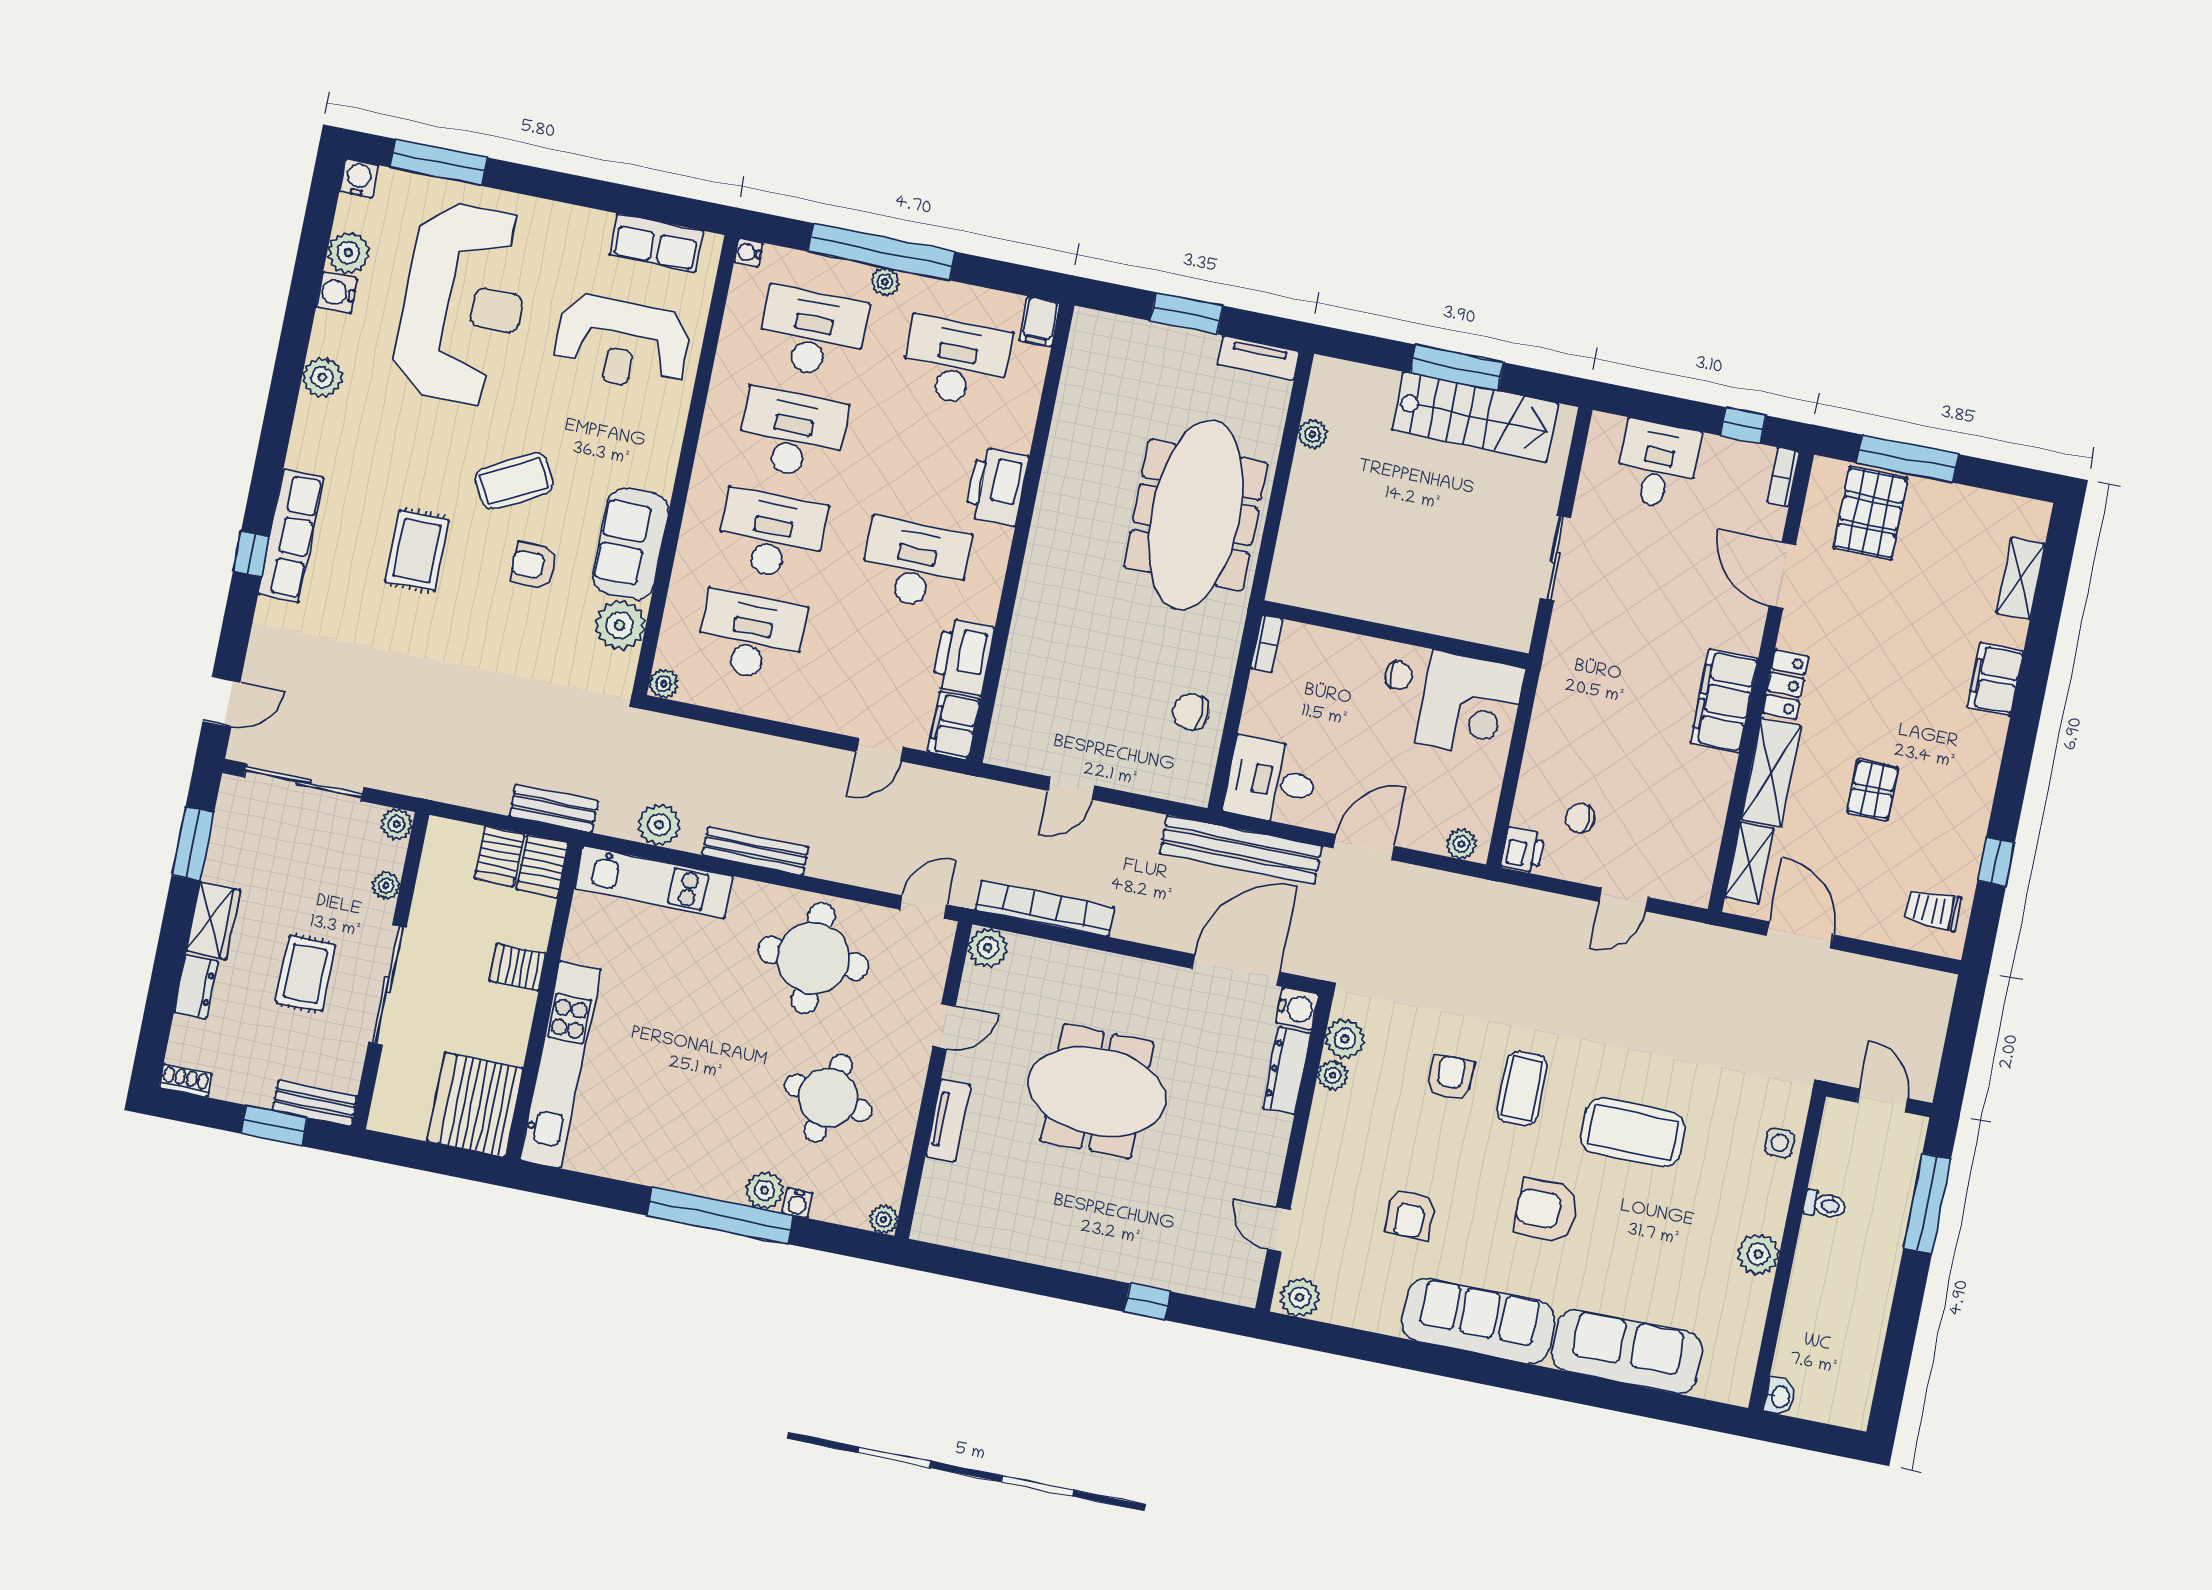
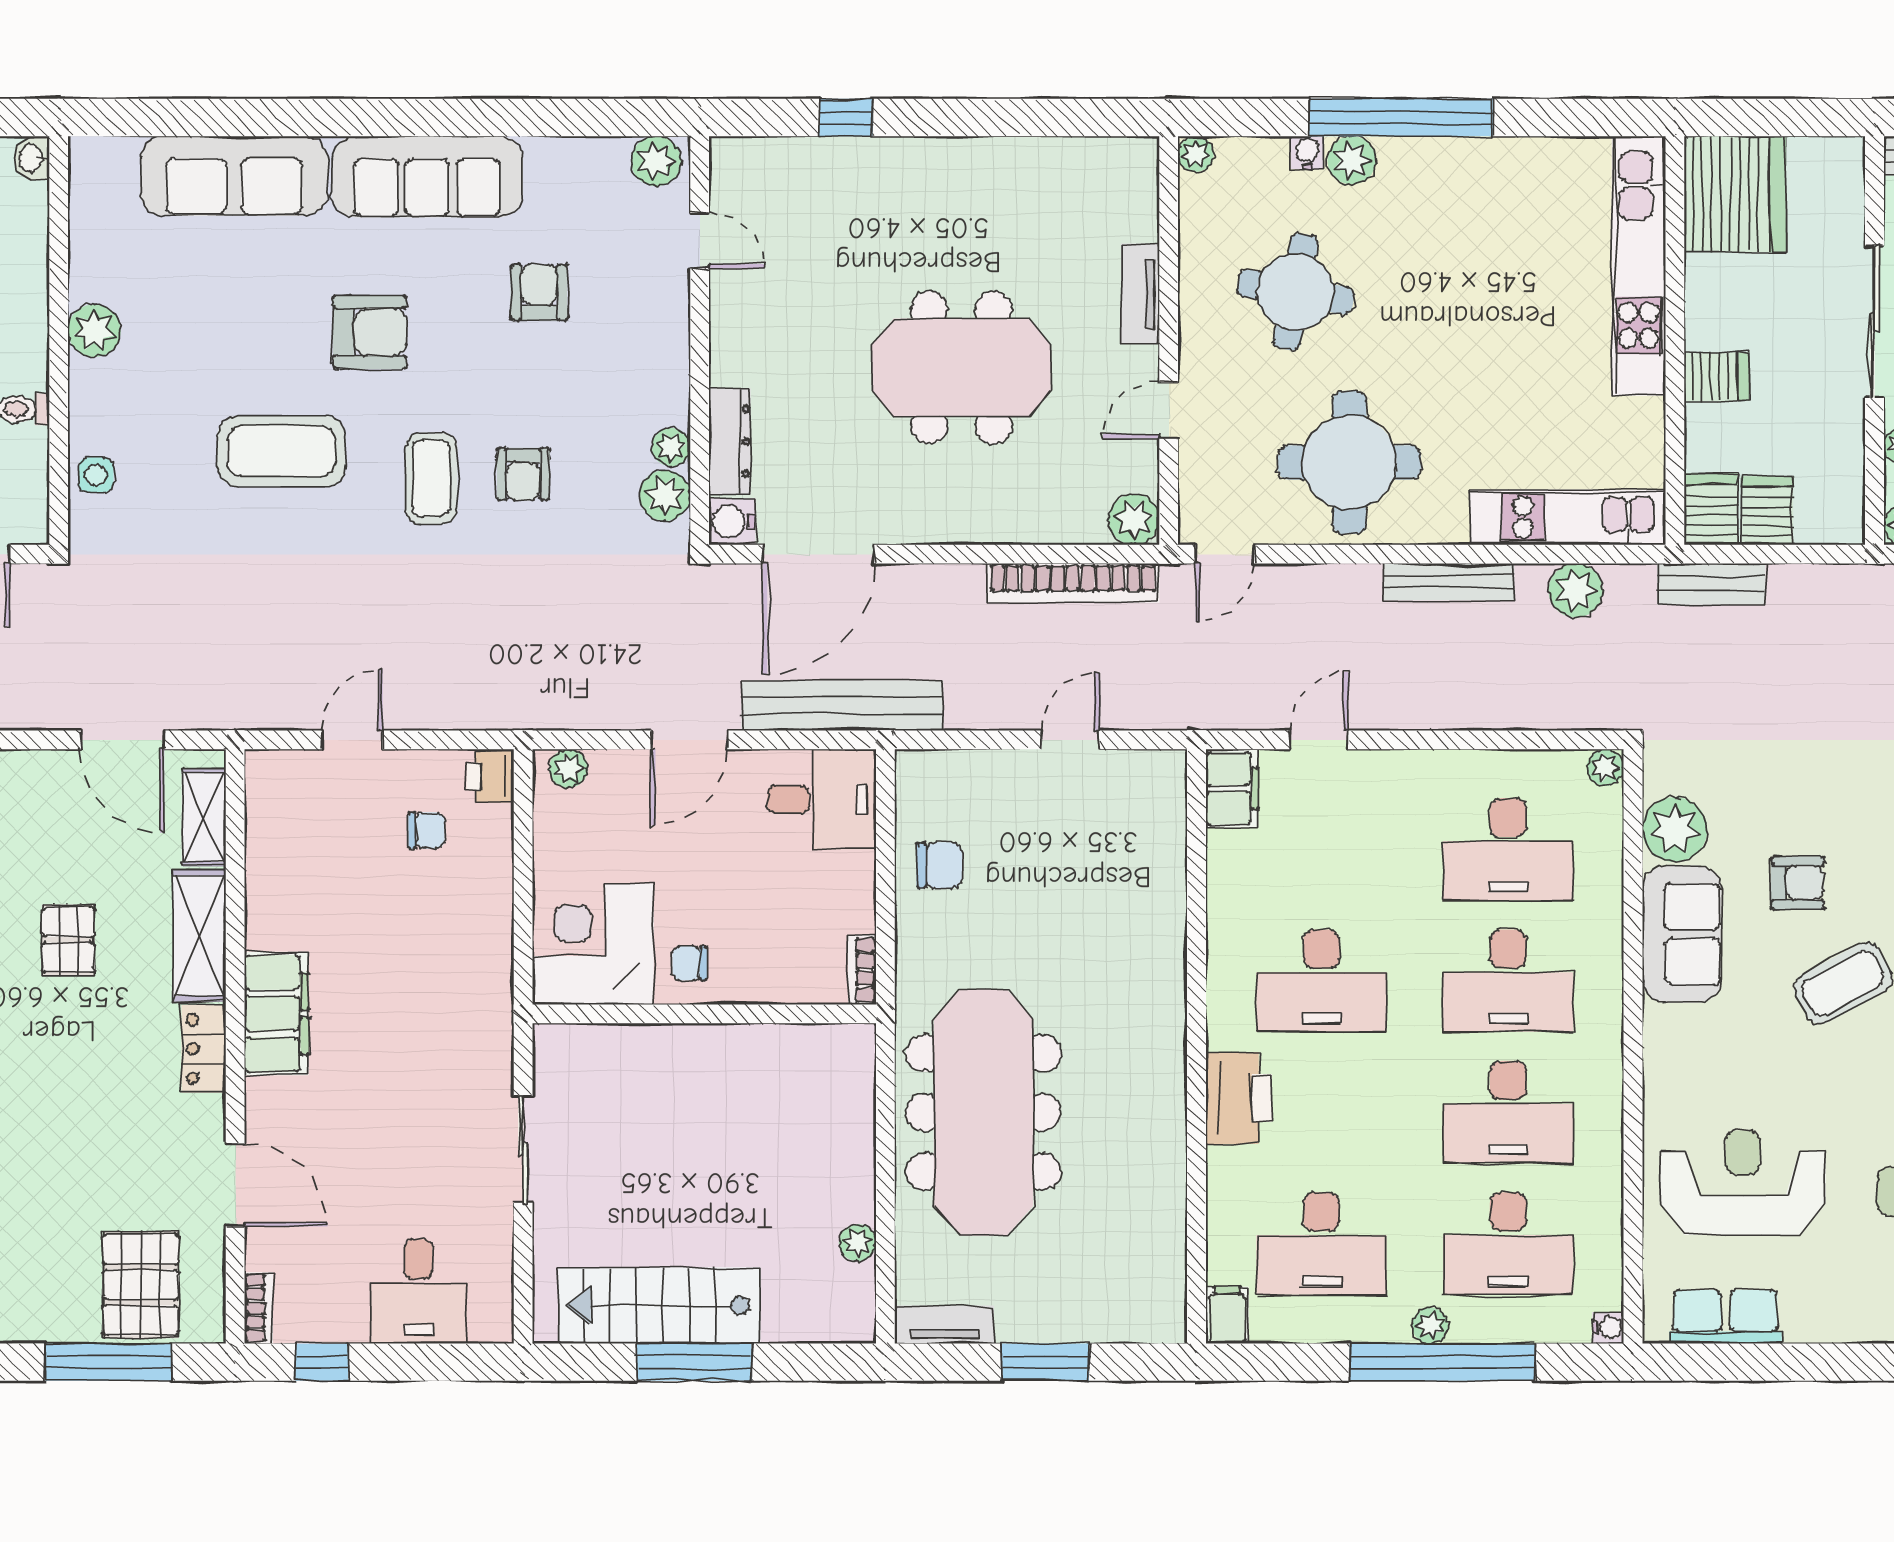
printer: (963, 657) -> (1238, 876), removed

